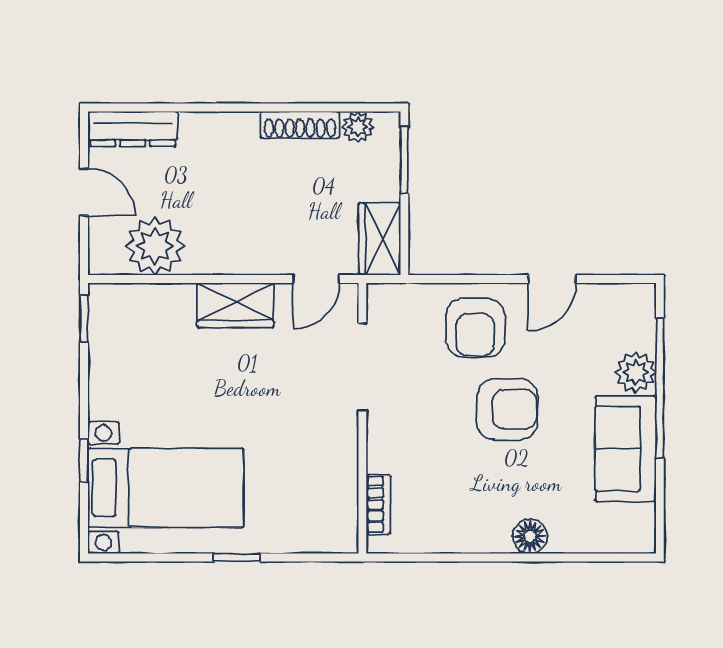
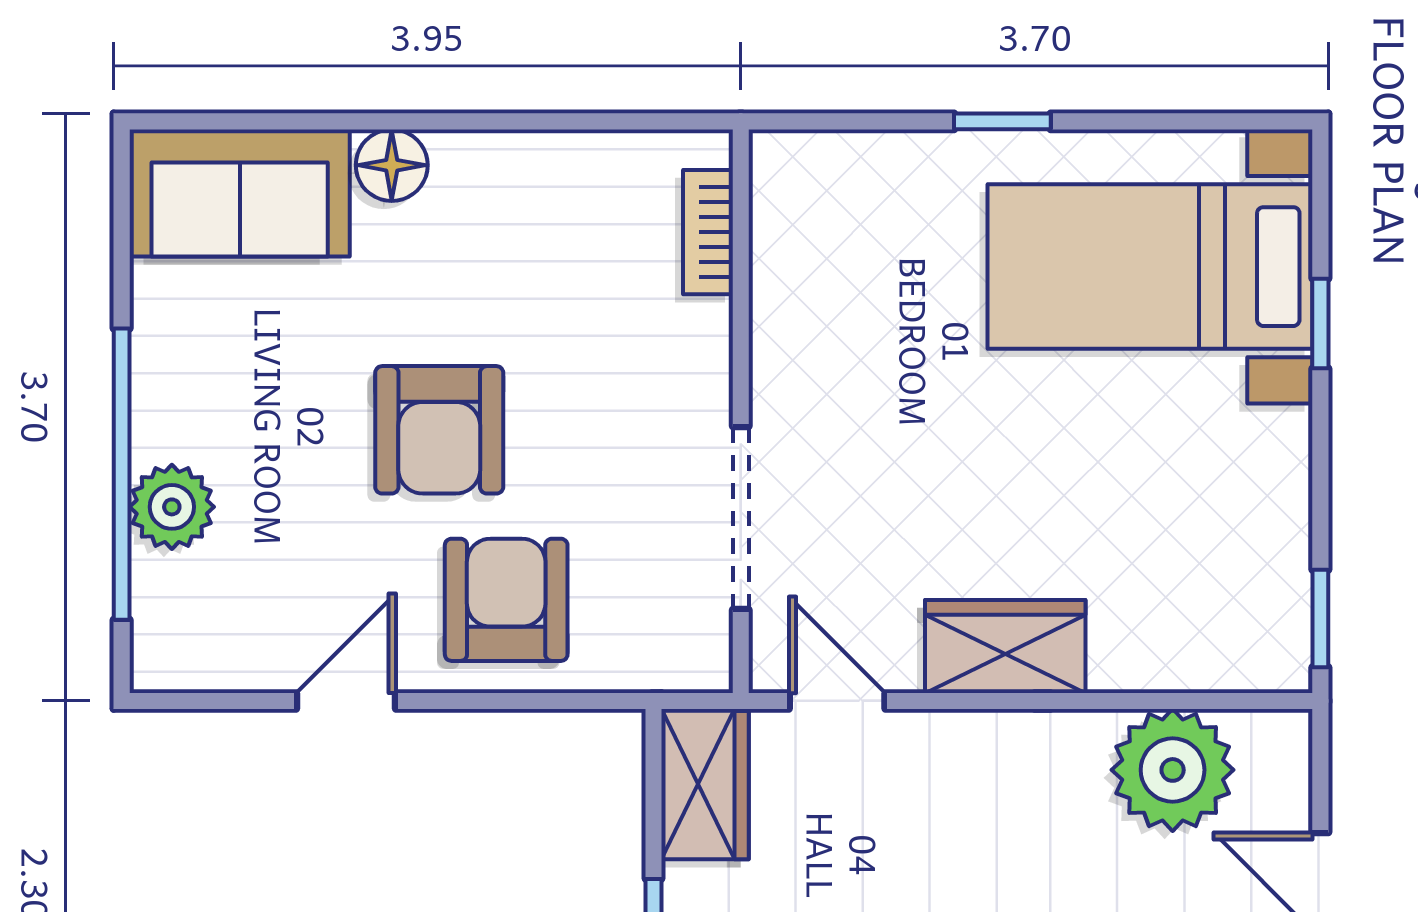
door: (316, 279) -> (837, 701), hinge flipped
armchair: (507, 409) -> (439, 430), turned -90
sofa: (625, 449) -> (240, 193), moved, turned 90

